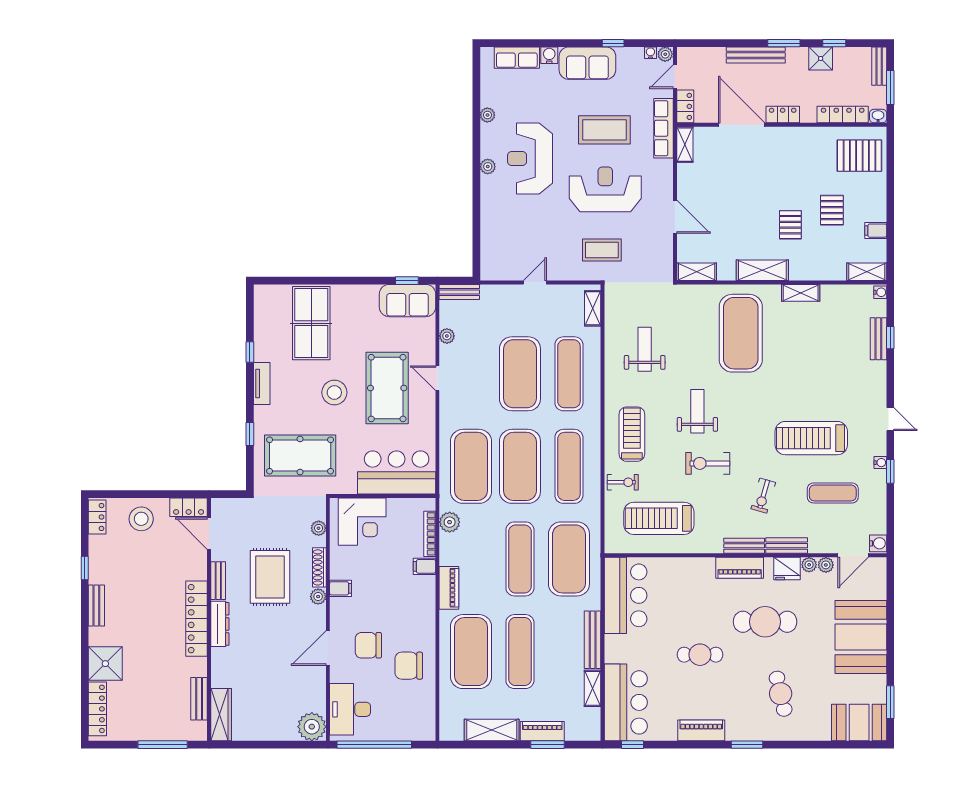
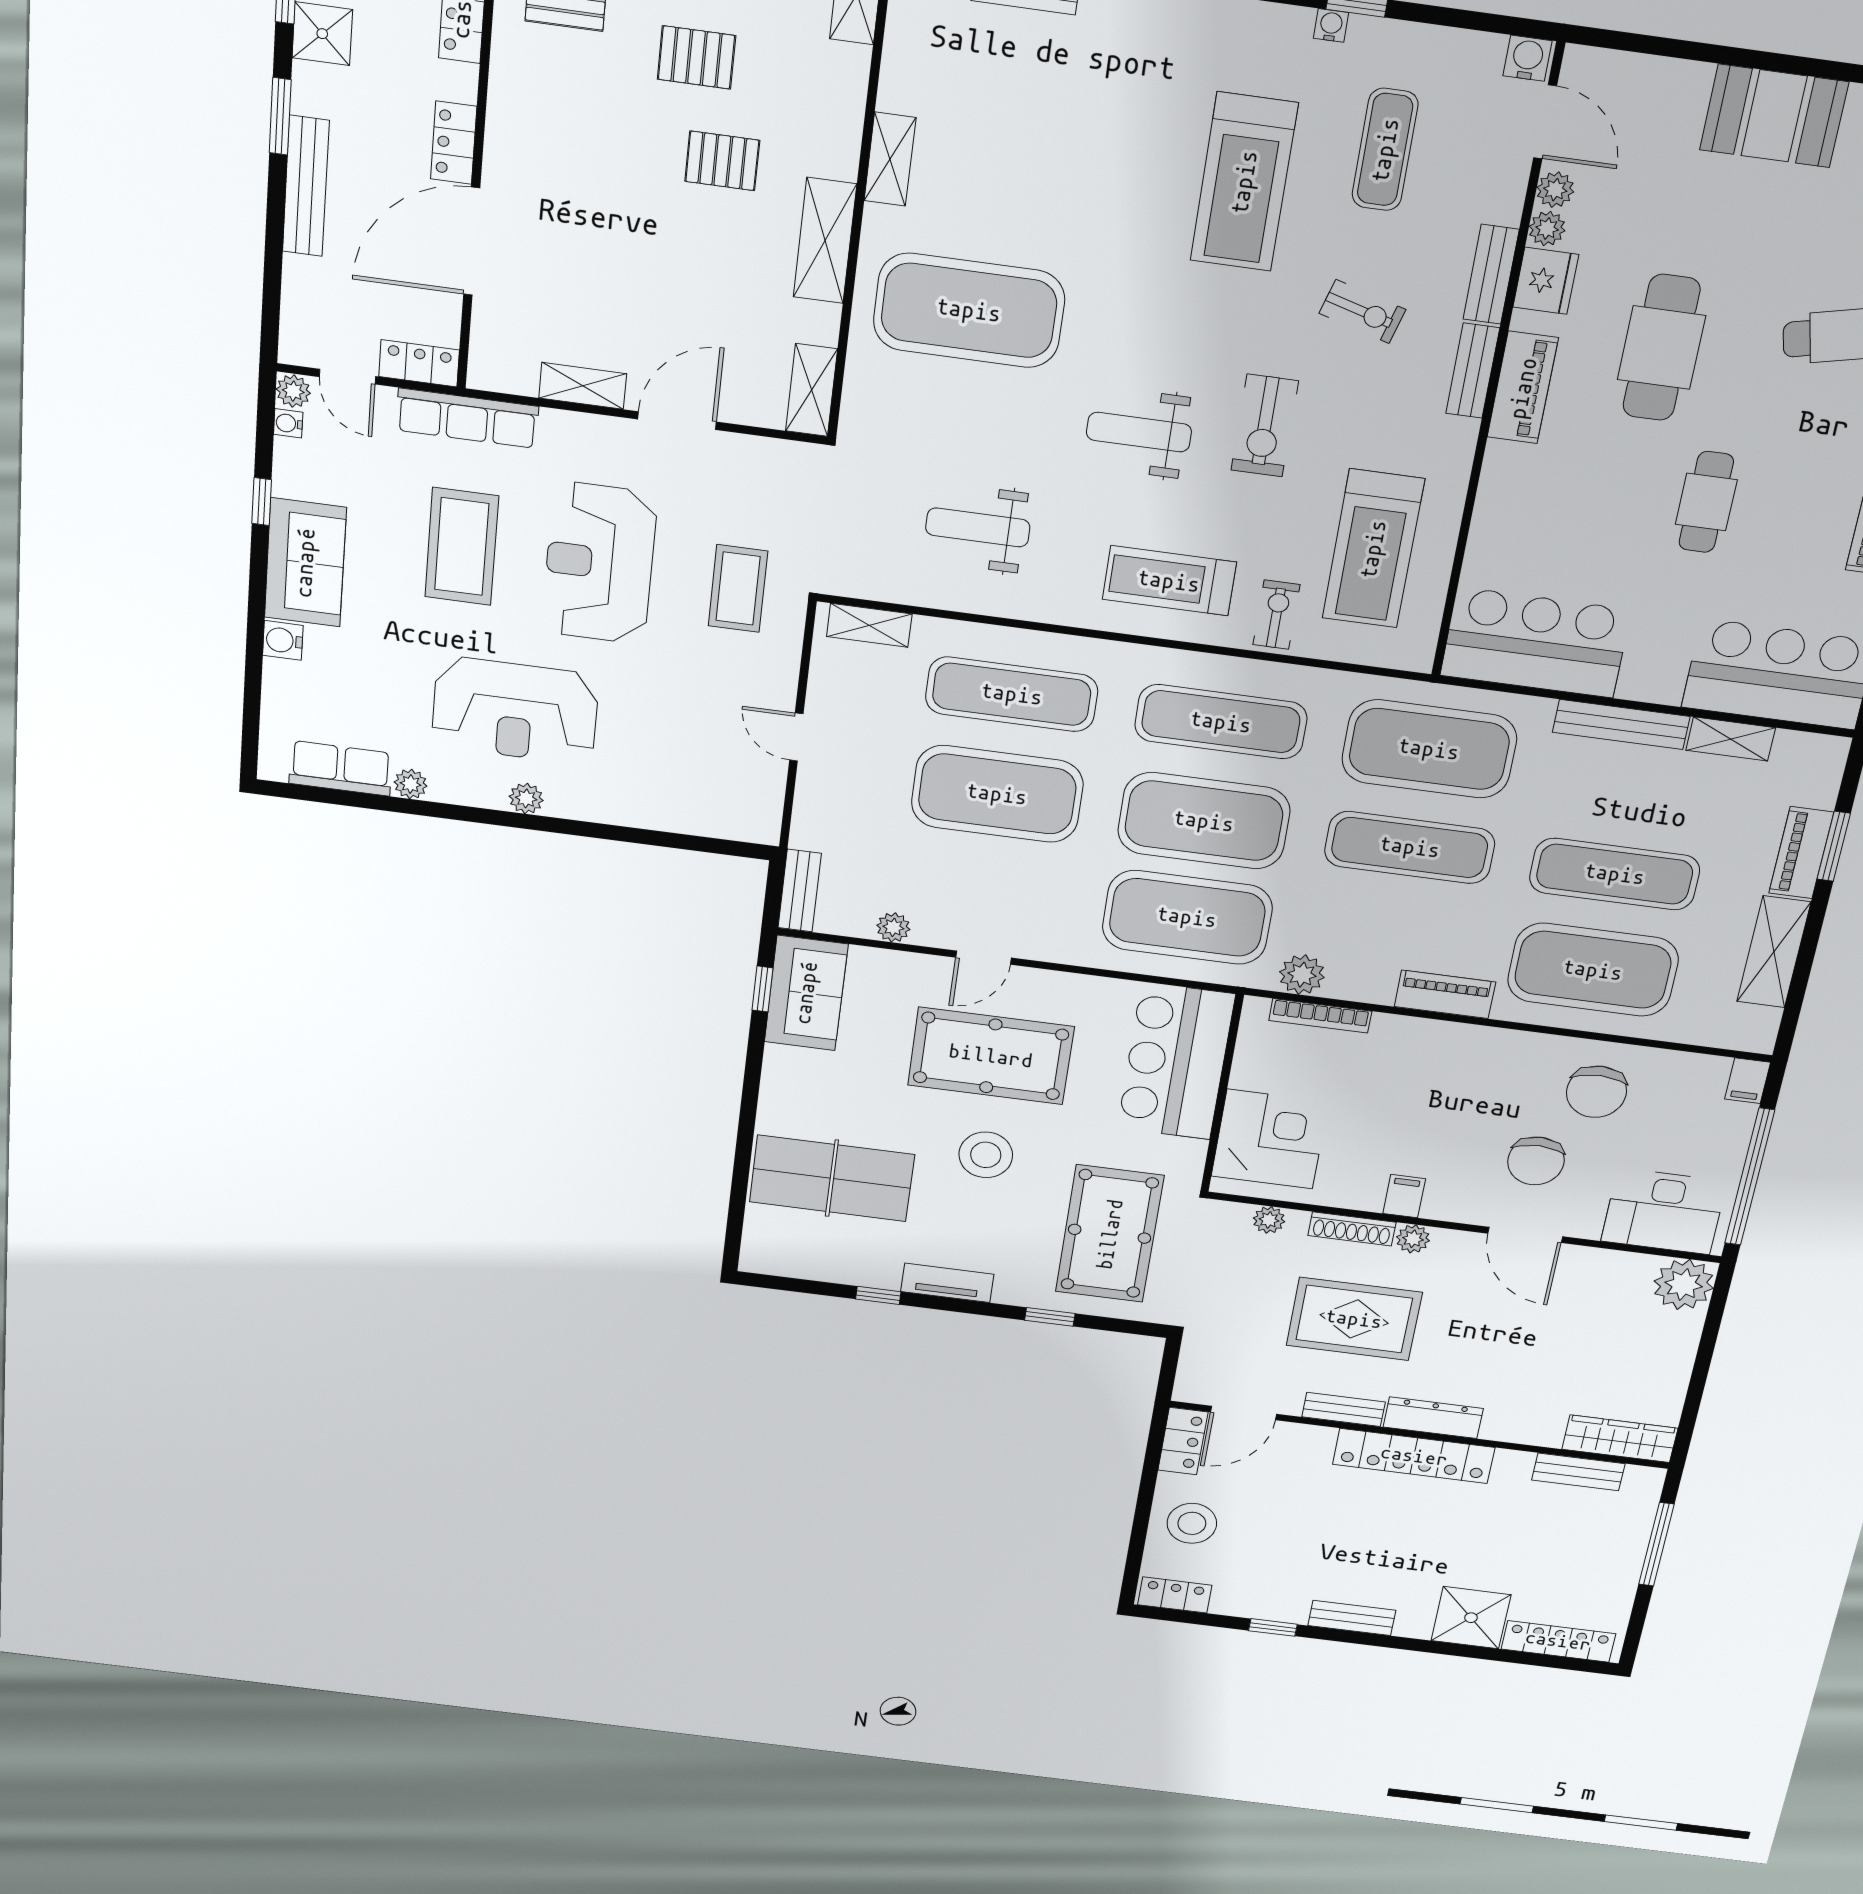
row of seats: (517, 58) -> (341, 768), moved, turned -90
shelving: (685, 145) -> (583, 386), moved
filing cabinet: (424, 566) -> (1747, 1081), moved
booth: (861, 637) -> (1774, 116), width x0.73, depth x0.70

